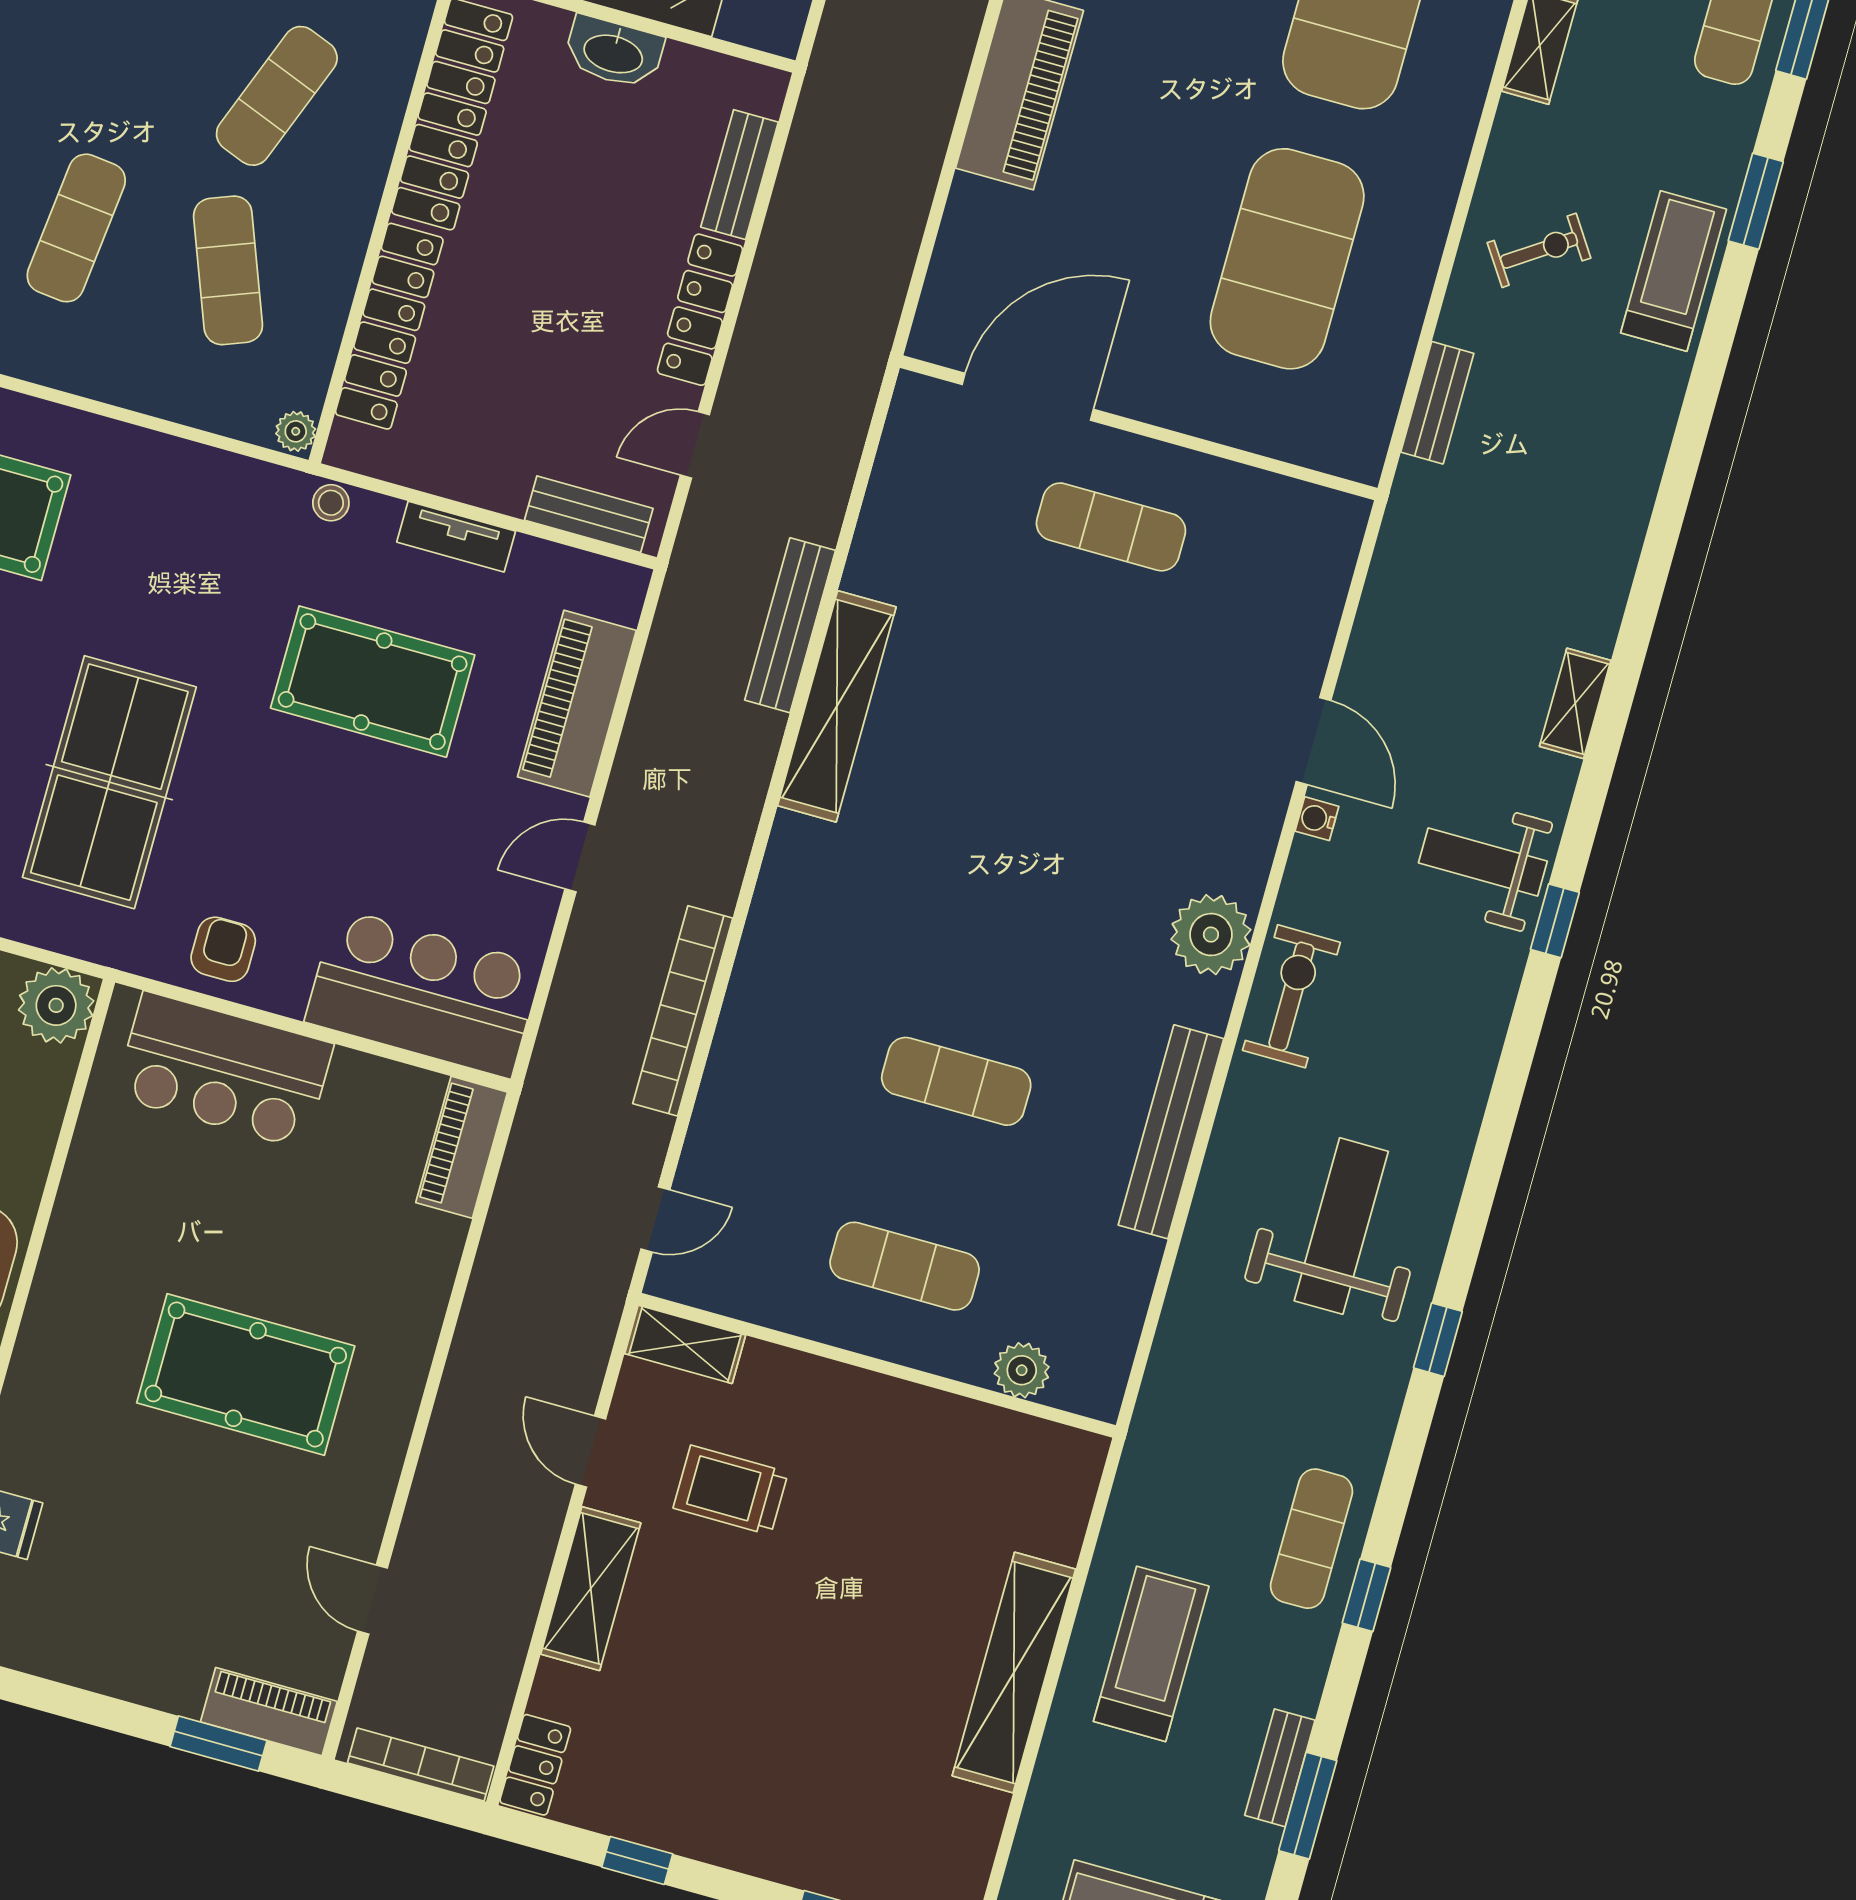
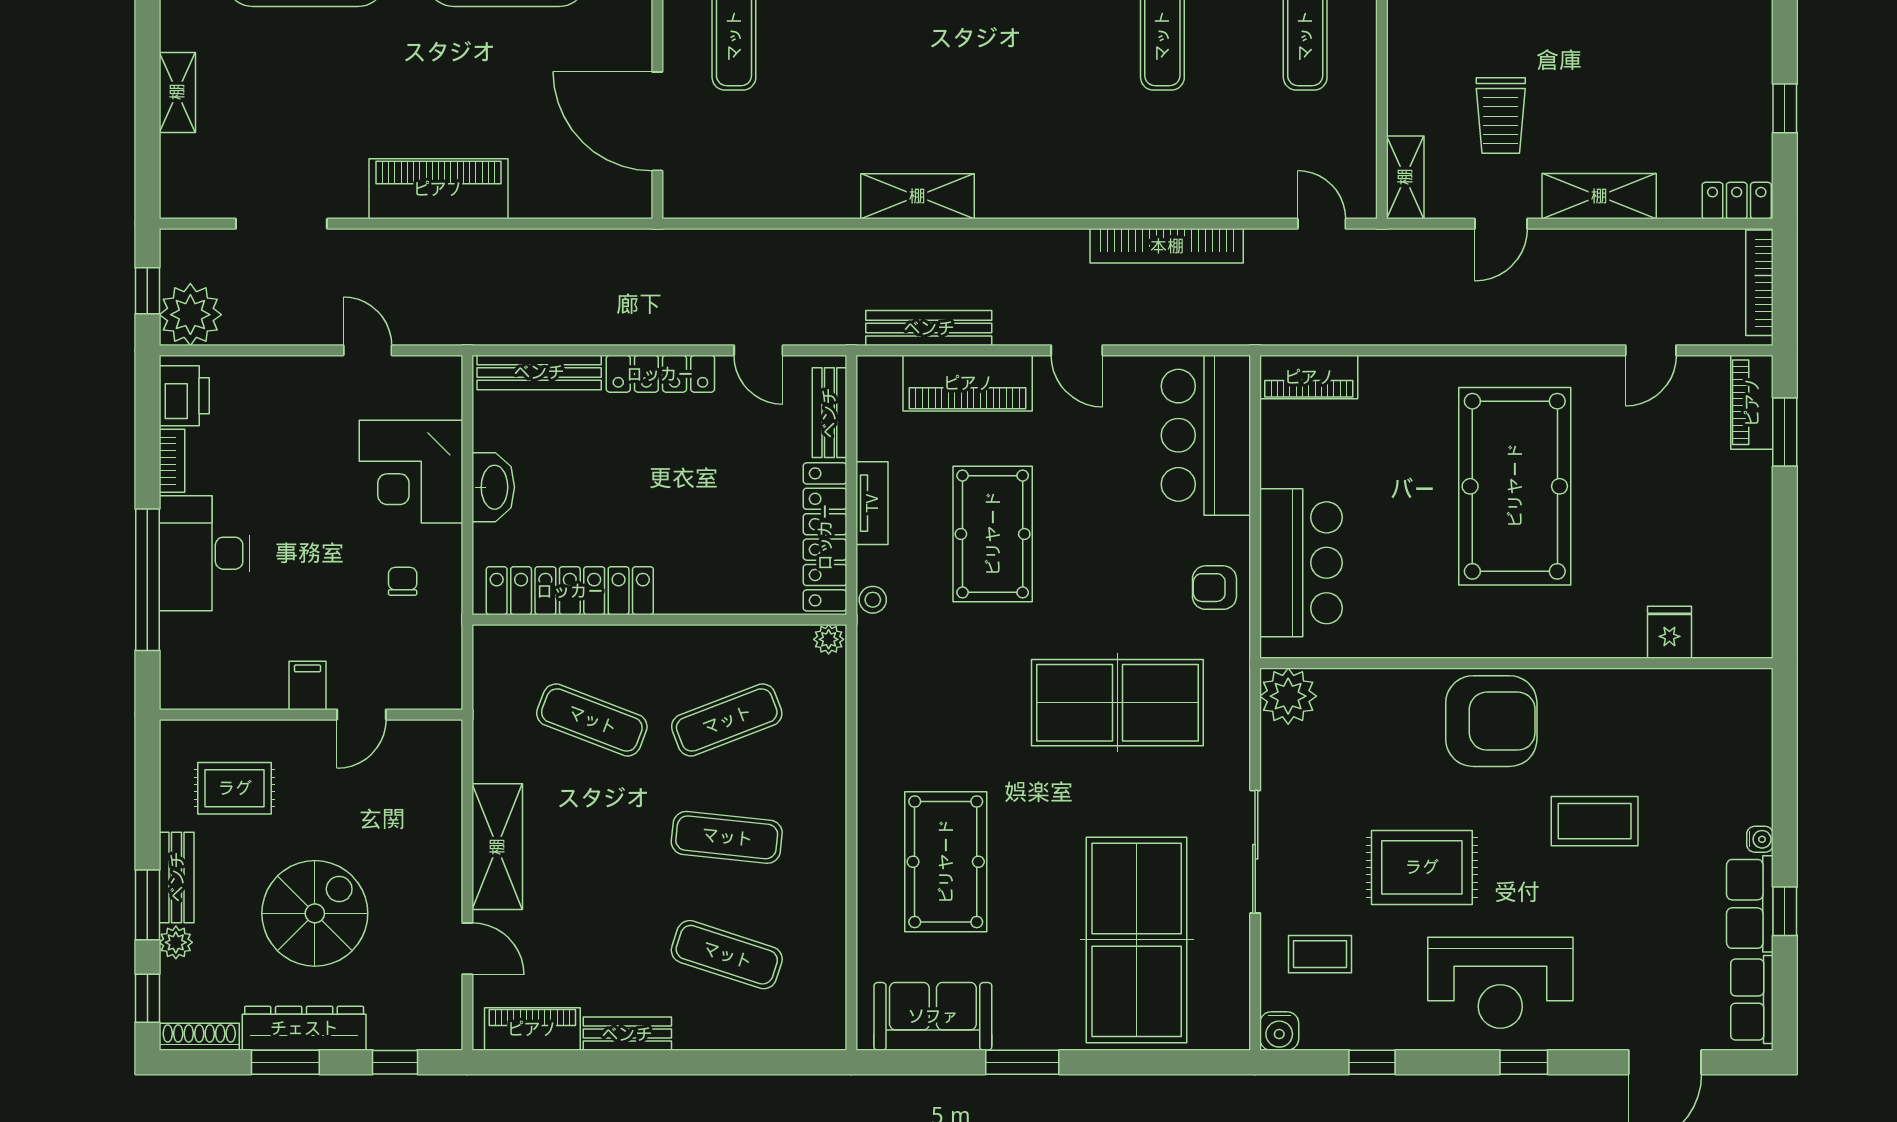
bench: (740, 175) -> (539, 372), width x1.36
locker: (389, 326) -> (825, 537), moved, turned -90
bench: (790, 625) -> (929, 328), moved
shelving: (837, 706) -> (917, 196), width x0.68
pool table: (246, 1374) -> (1515, 486), width x1.36, depth x1.32

